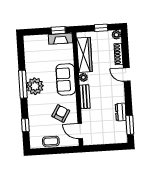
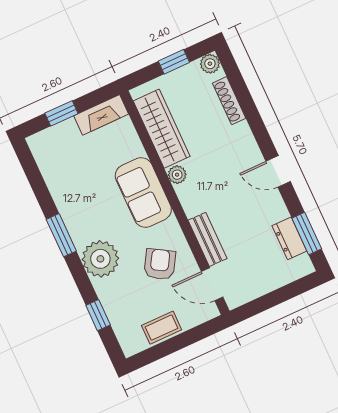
window: (58, 30) -> (61, 113), moved
door: (127, 75) -> (278, 171), moved
window: (23, 84) -> (61, 235), width x0.69
plant: (35, 86) -> (100, 259), moved
bench: (85, 97) -> (208, 239), moved
dresser: (121, 112) -> (289, 238), moved

